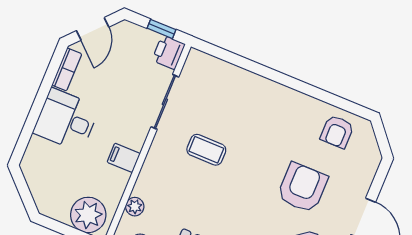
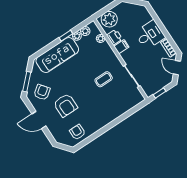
printer: (168, 52) -> (114, 37), moved

